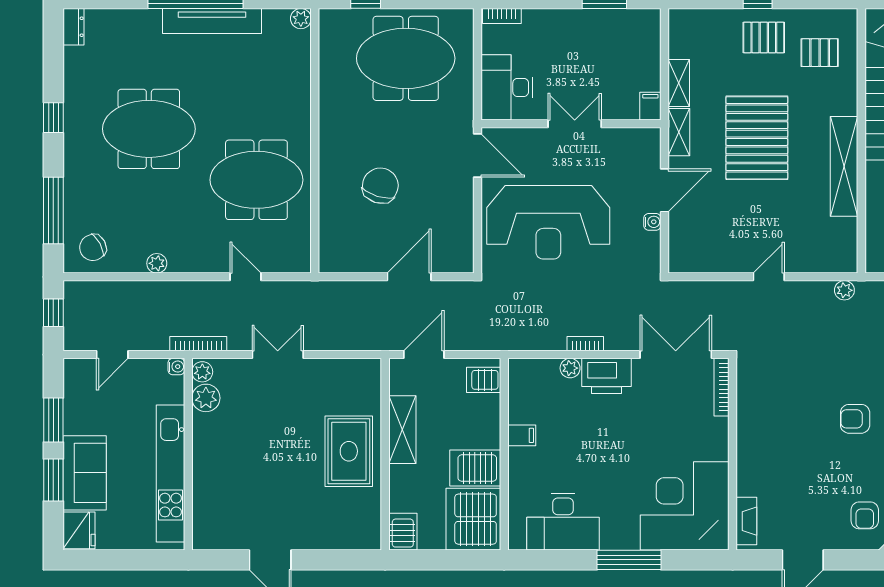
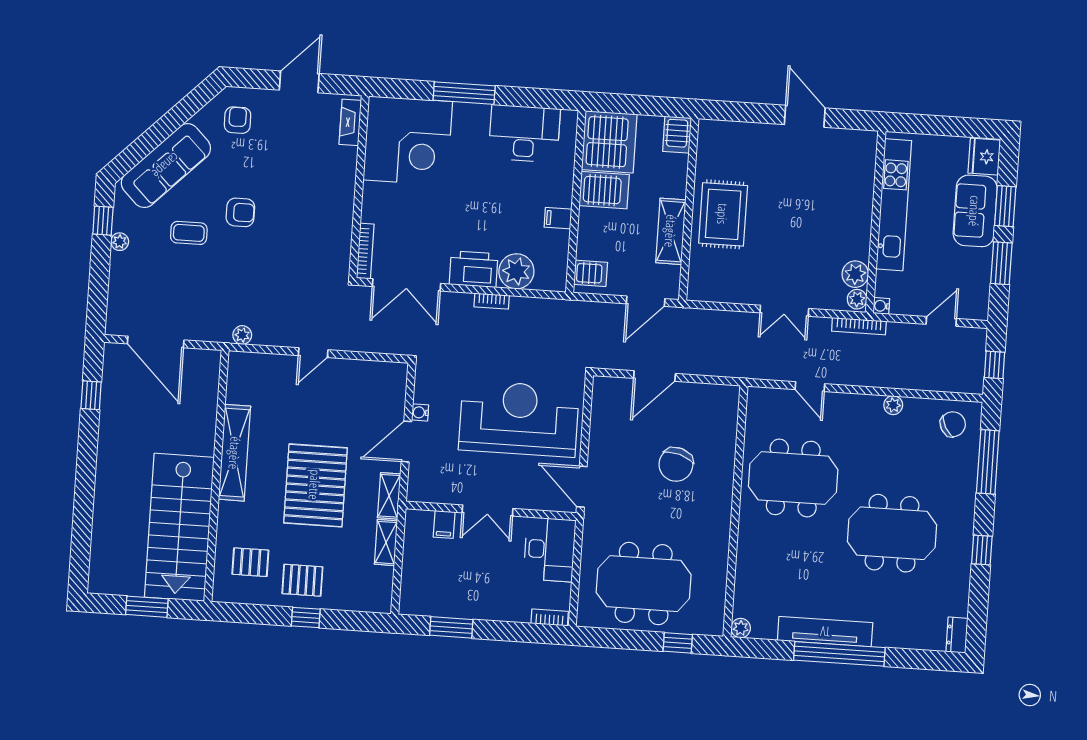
filing cabinet: (650, 106) -> (444, 524), moved
plant: (570, 368) -> (516, 271), width x1.87, depth x1.87

